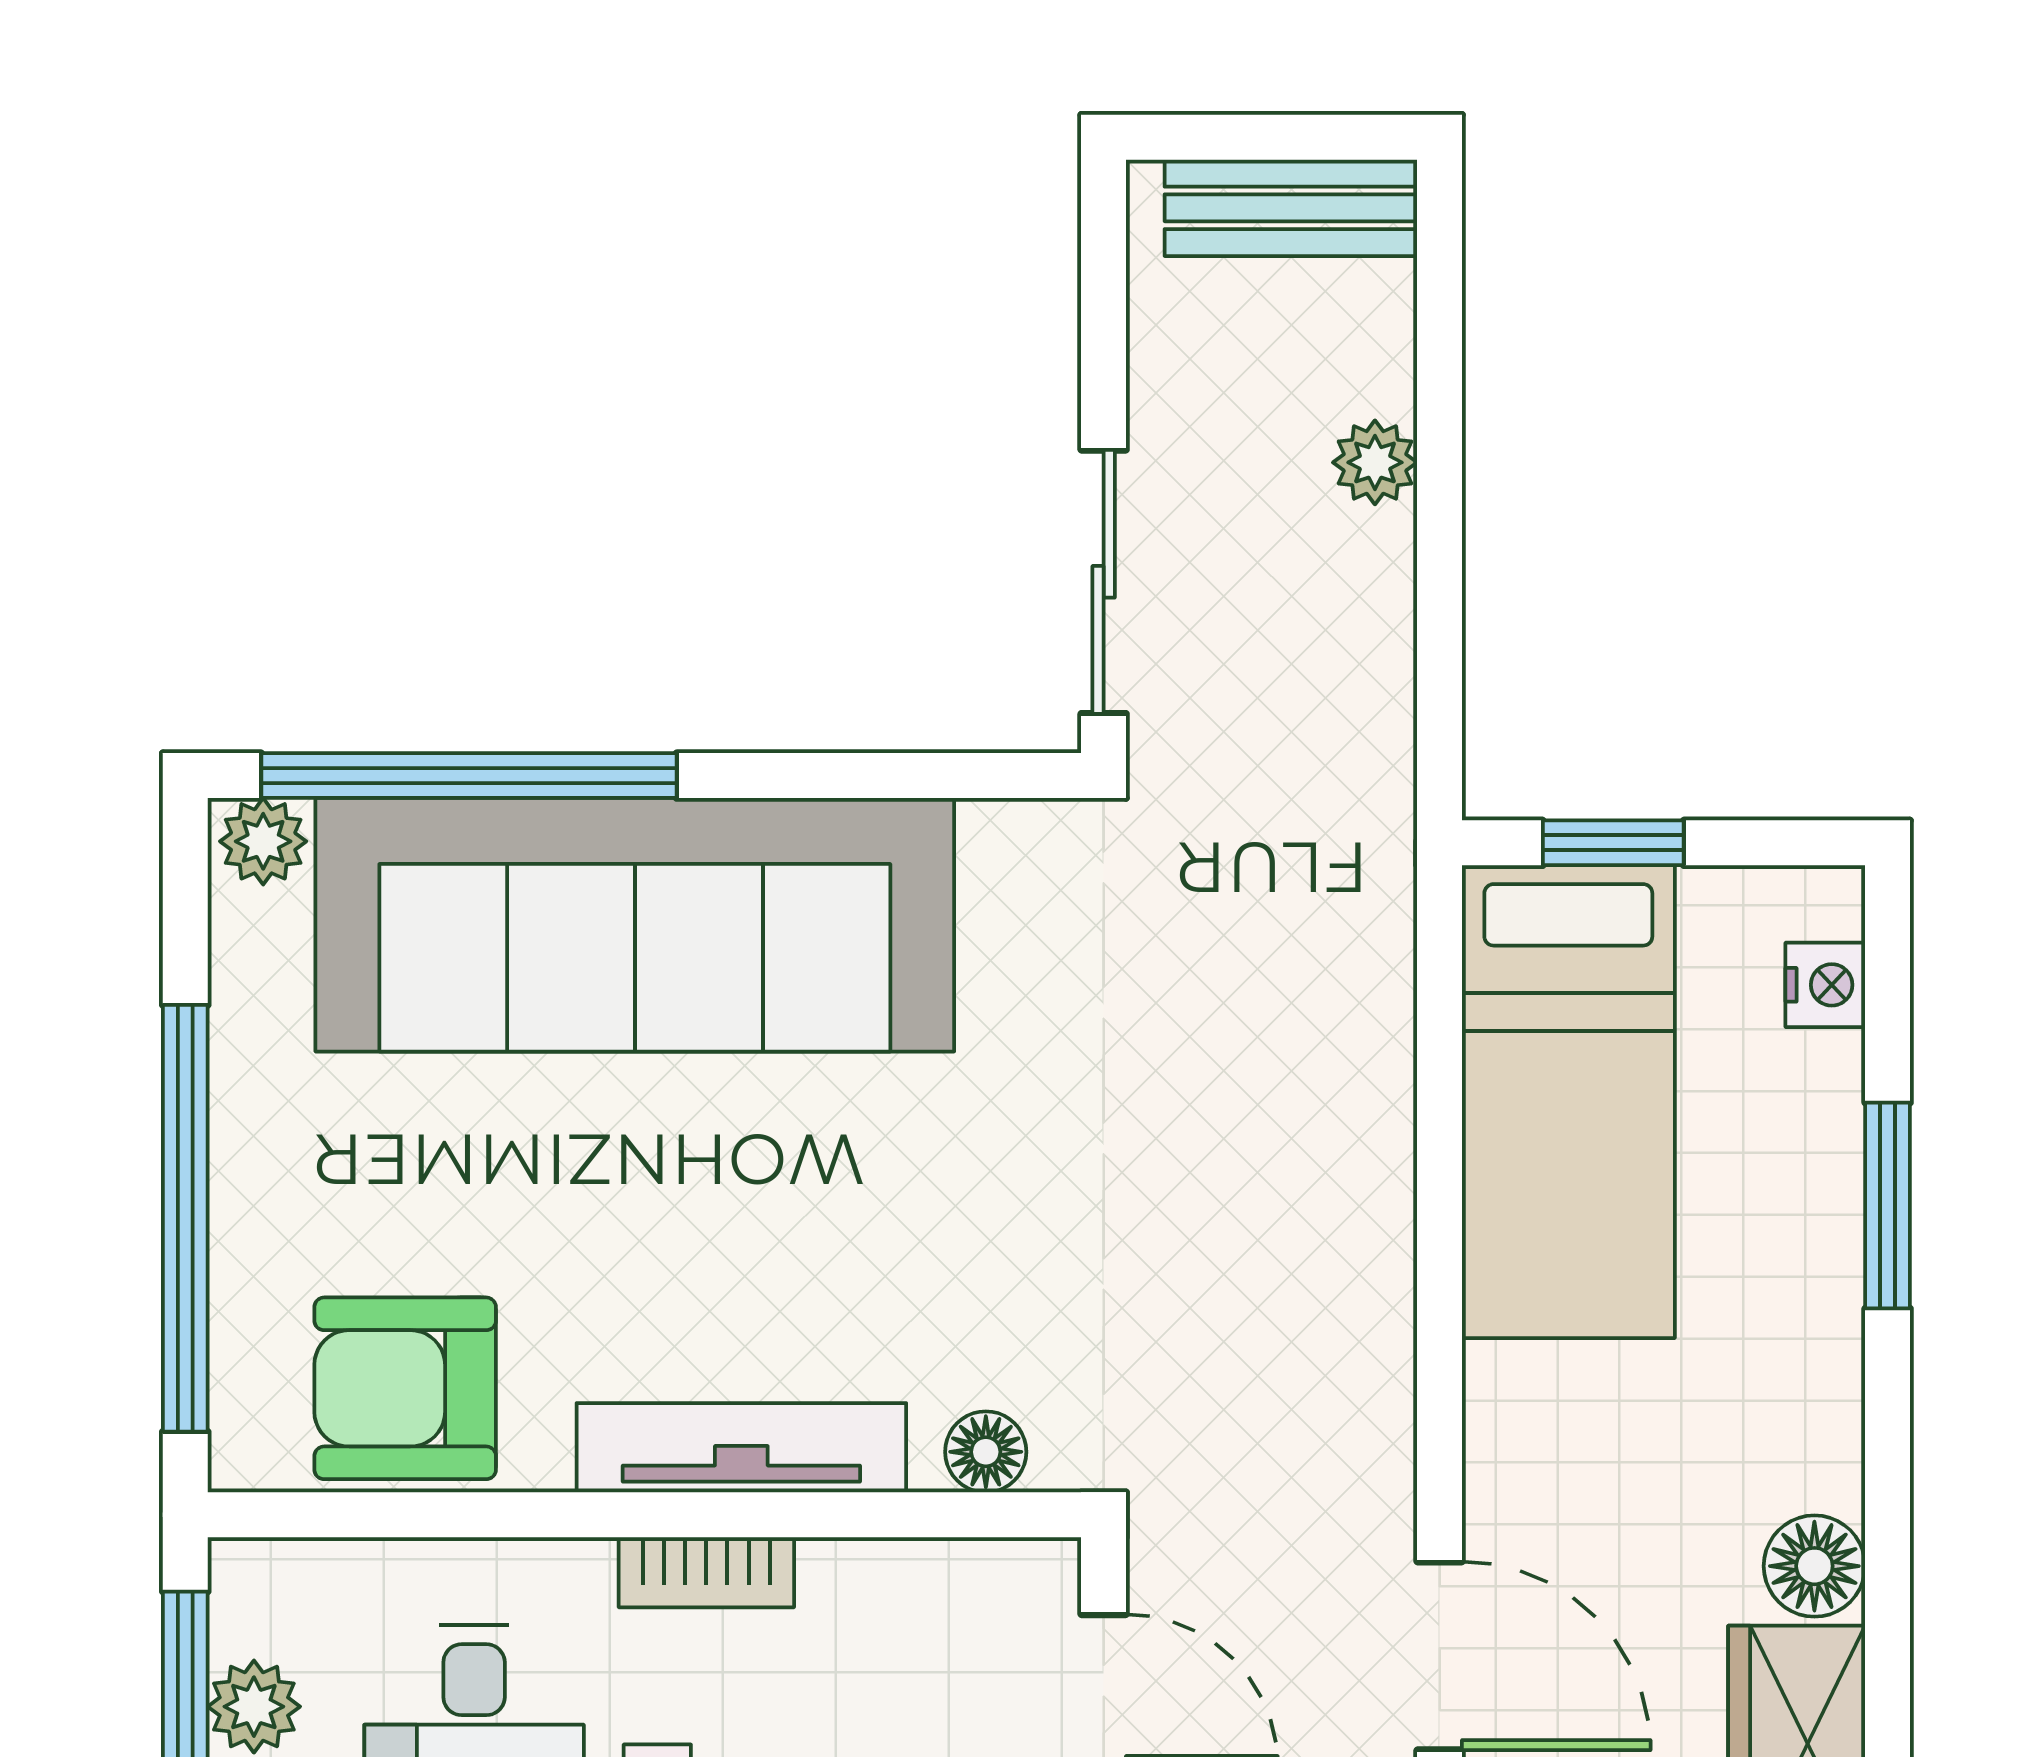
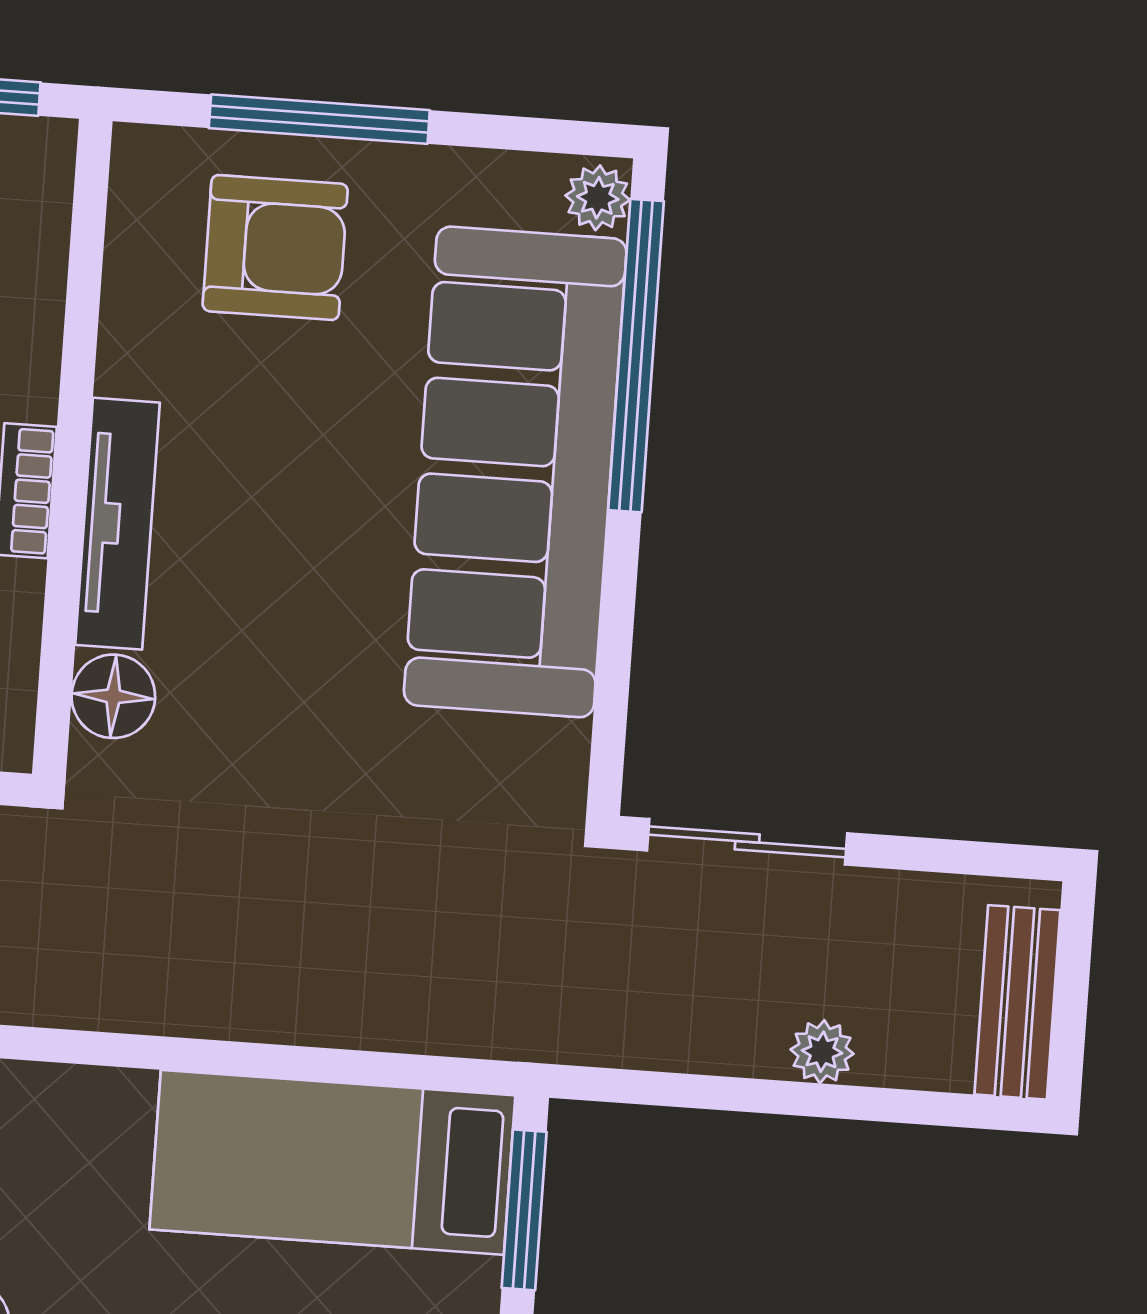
window: (1613, 843) -> (524, 1210), width x1.50
window: (185, 1218) -> (319, 119), width x0.68
armchair: (405, 1388) -> (275, 248), moved, turned 90
floor lamp: (986, 1452) -> (113, 696), width x1.37, depth x1.37

